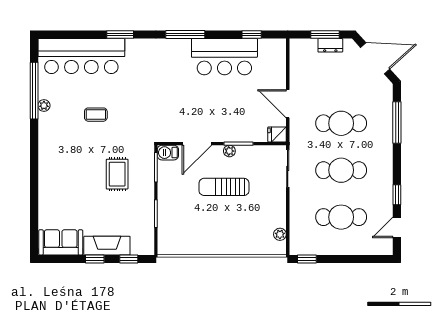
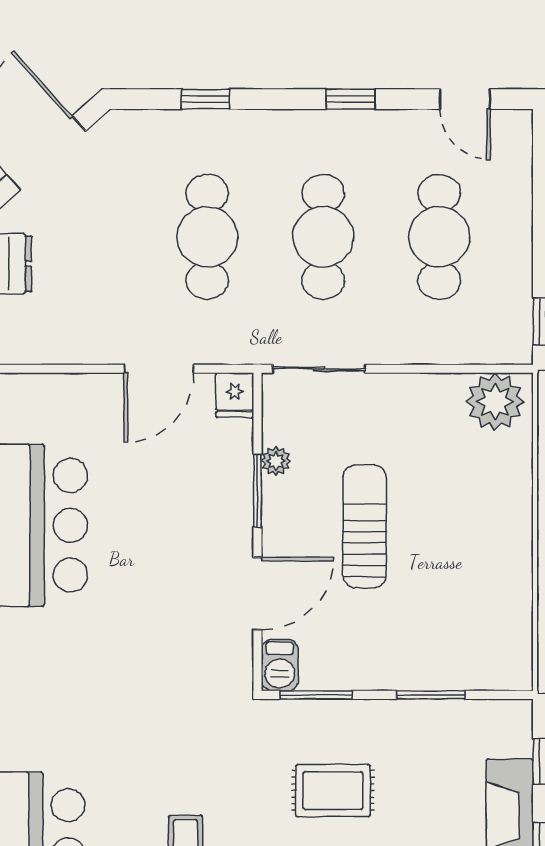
window: (397, 122) -> (205, 99), width x0.46
door: (197, 144) -> (257, 593), hinge flipped
plant: (229, 151) -> (276, 461), moved
sun lounger: (224, 187) -> (365, 526), turned 180
window: (397, 195) -> (350, 99), moved
plant: (280, 234) -> (495, 402), width x1.88, depth x1.88

